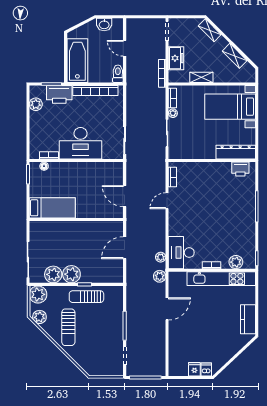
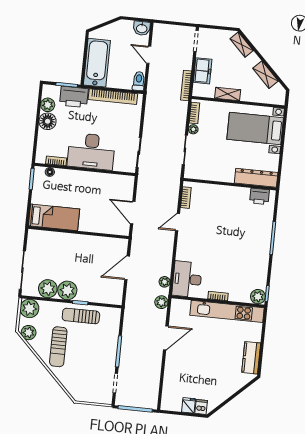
washbasin: (104, 24) -> (142, 28), moved
floor lamp: (37, 119) -> (48, 121), added
plant: (236, 262) -> (258, 297), moved

